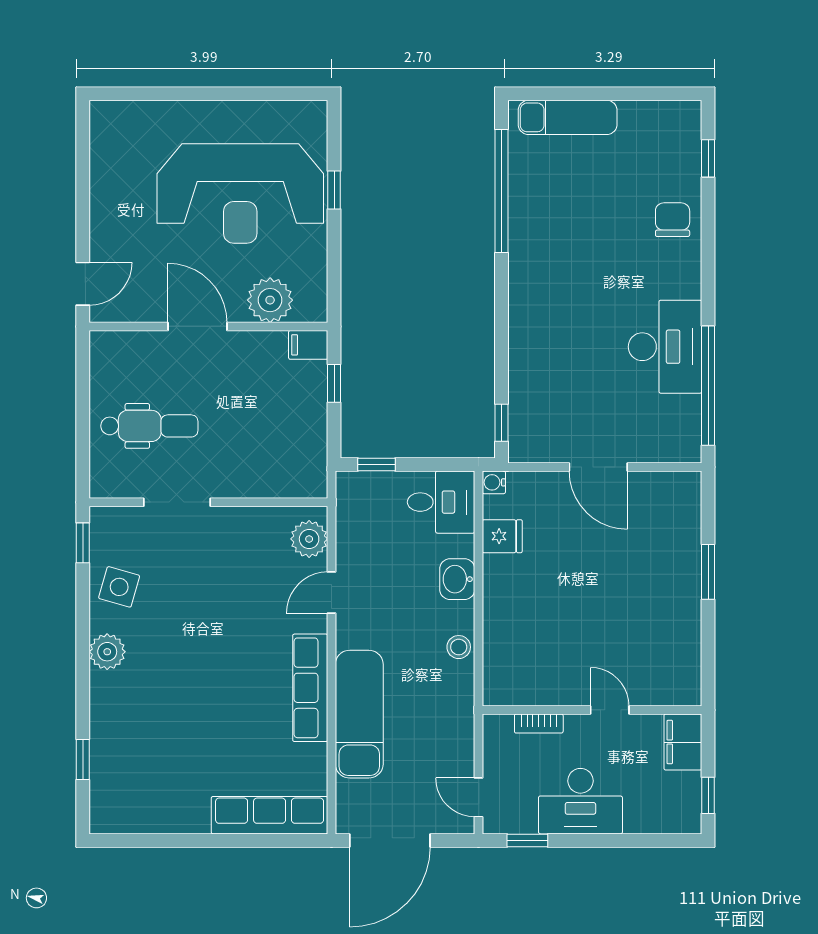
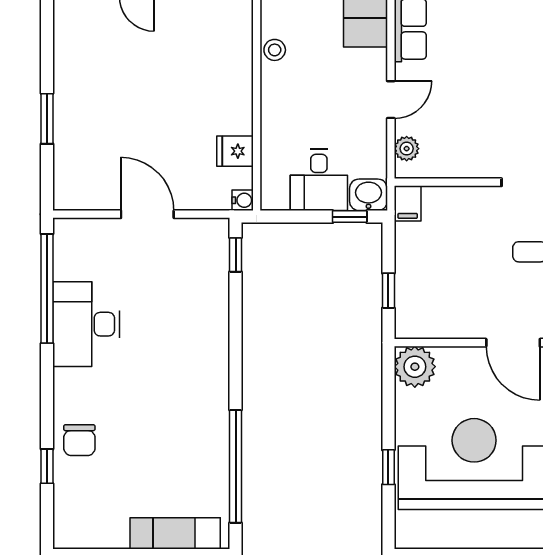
window: (708, 158) -> (47, 466), moved
plant: (270, 300) -> (415, 367), moved
filing cabinet: (308, 345) -> (408, 203), moved, turned 90
desk: (441, 502) -> (319, 180), moved, turned -90
plant: (309, 539) -> (407, 149), width x0.73, depth x0.73
washbasin: (457, 579) -> (368, 195), moved, turned -90

